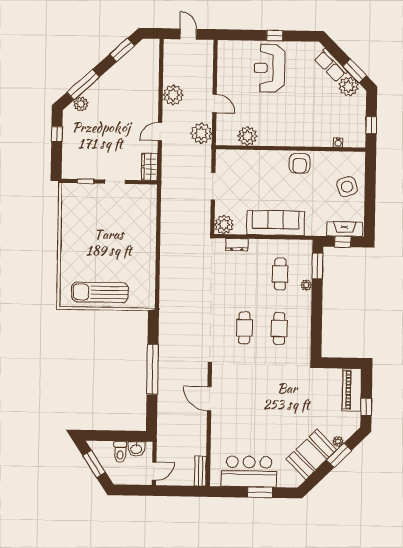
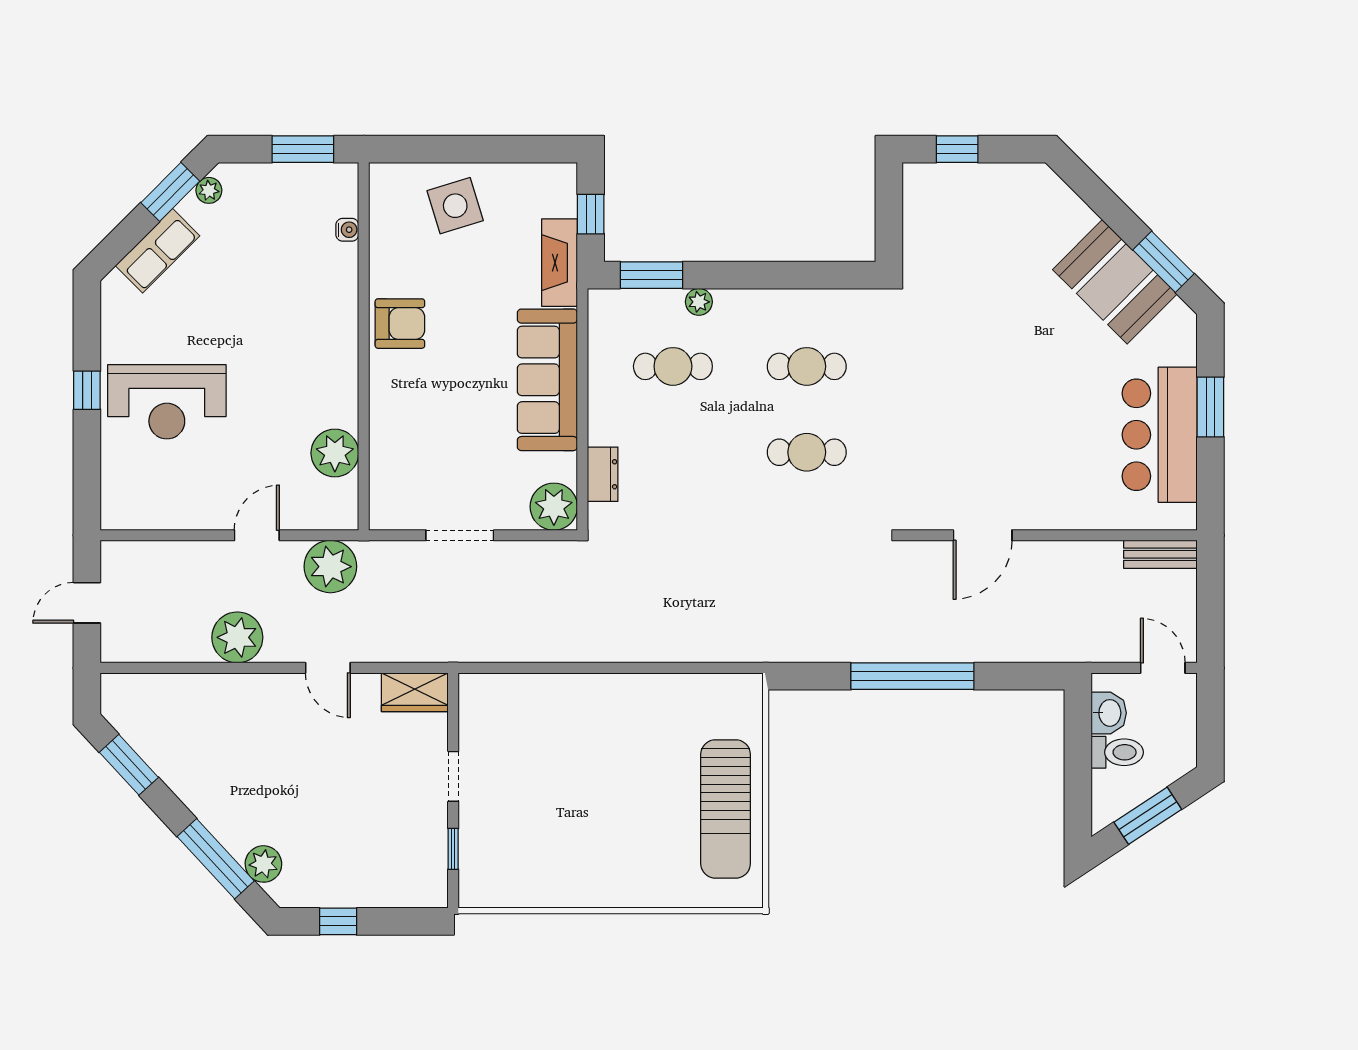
plant: (349, 86) -> (209, 190), width x0.53, depth x0.53
window: (371, 125) -> (303, 149), width x1.50
fireplace: (345, 229) -> (559, 263), moved
piano: (352, 390) -> (955, 185), removed
window: (366, 407) -> (957, 149), moved
plant: (338, 441) -> (1082, 218), removed
window: (339, 455) -> (1164, 262), moved

